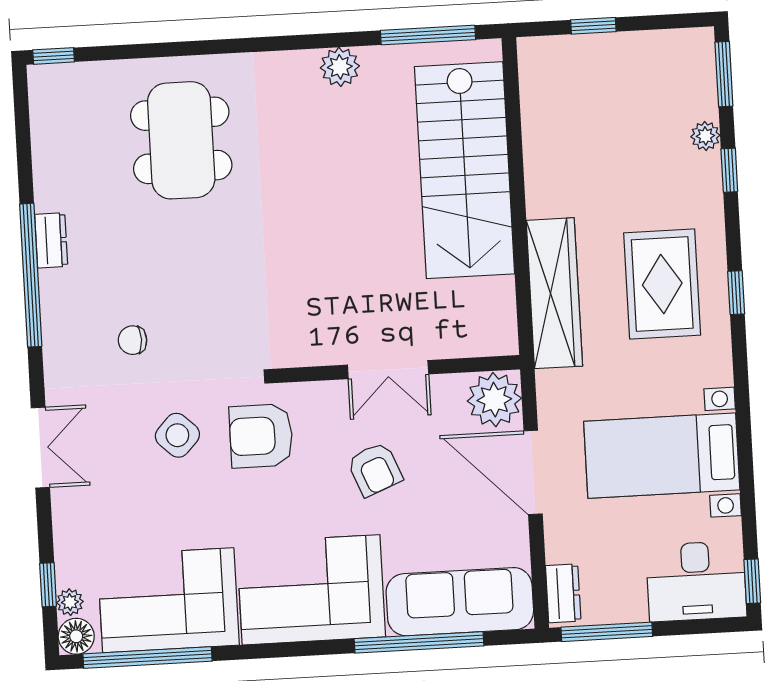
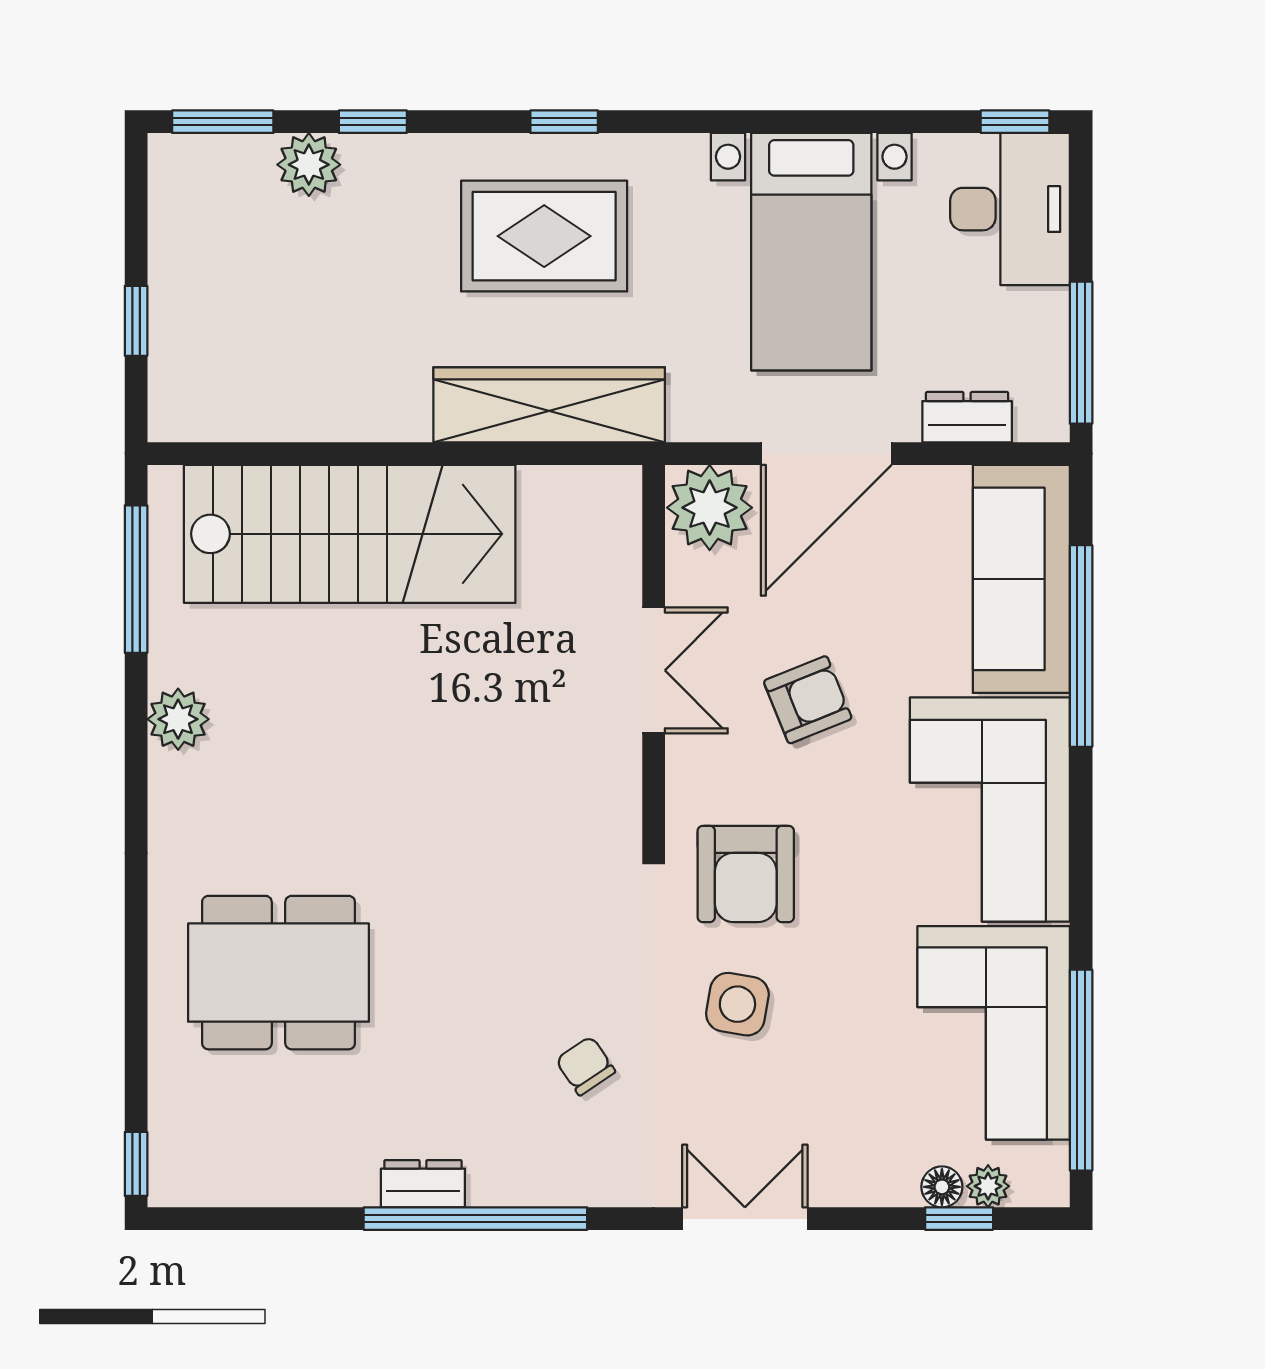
plant: (705, 136) -> (309, 165), width x1.38, depth x1.38
chair: (133, 340) -> (585, 1066), turned 146
side table: (177, 435) -> (737, 1004), turned -33
dresser: (563, 593) -> (967, 417), moved
floor lamp: (76, 636) -> (942, 1187), moved, width x0.73, depth x0.73

